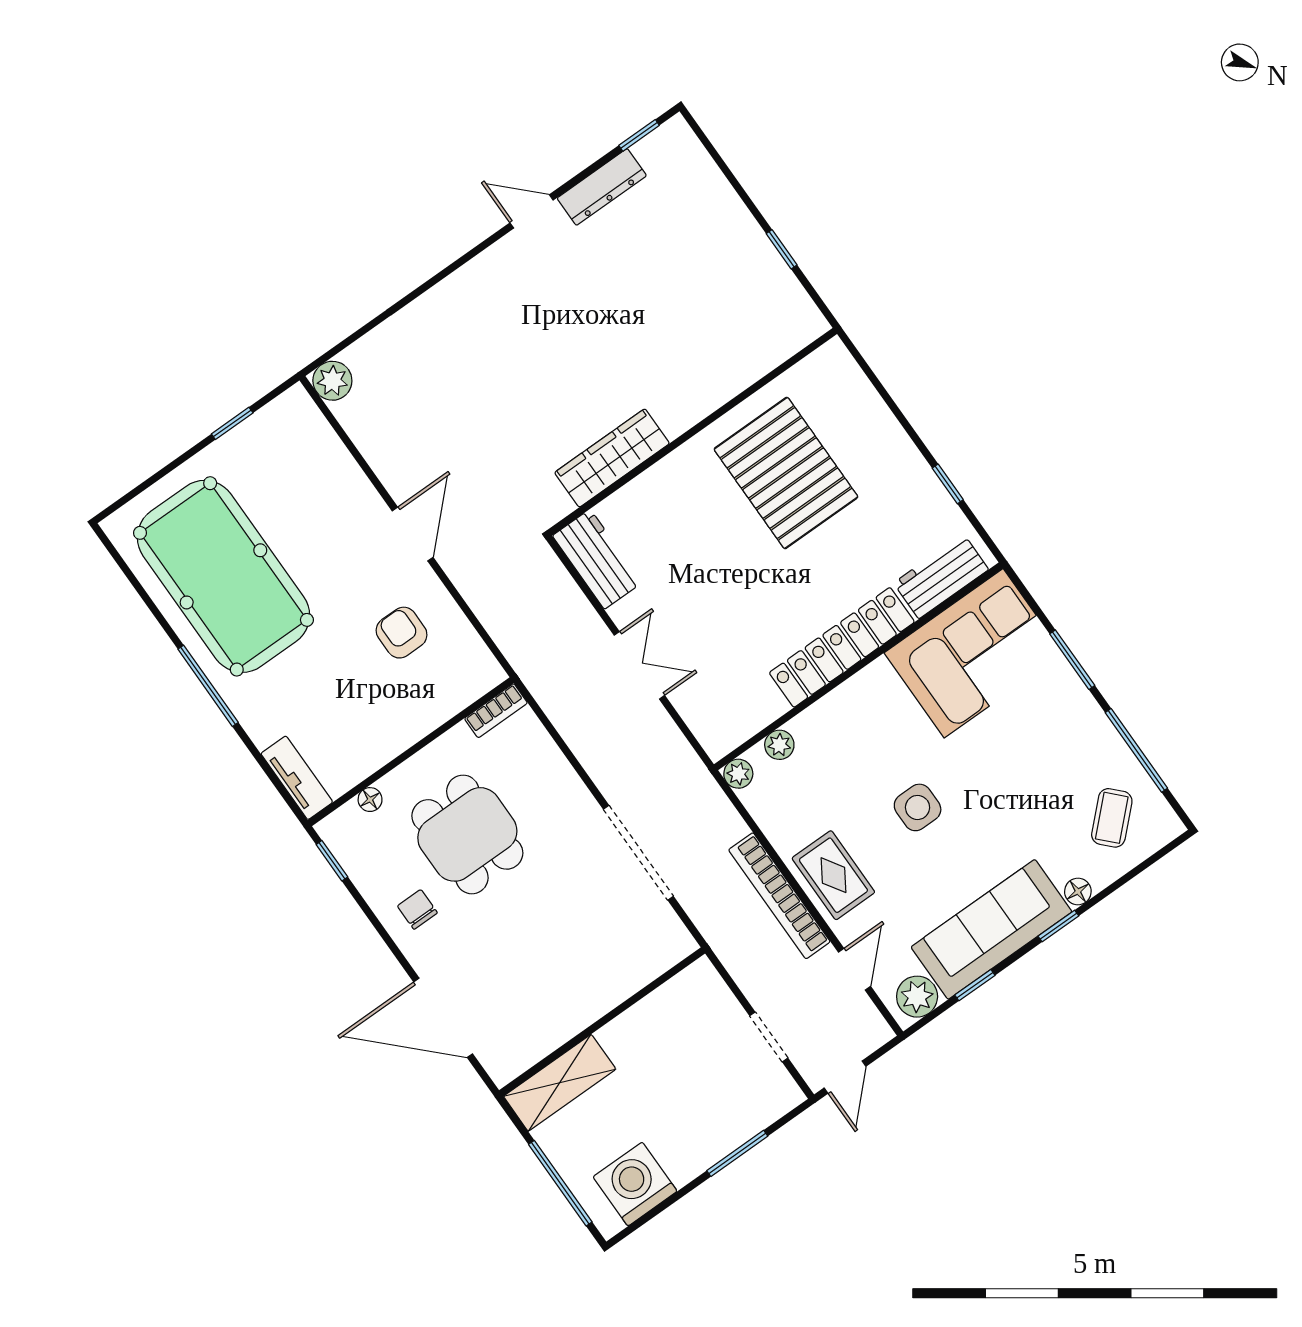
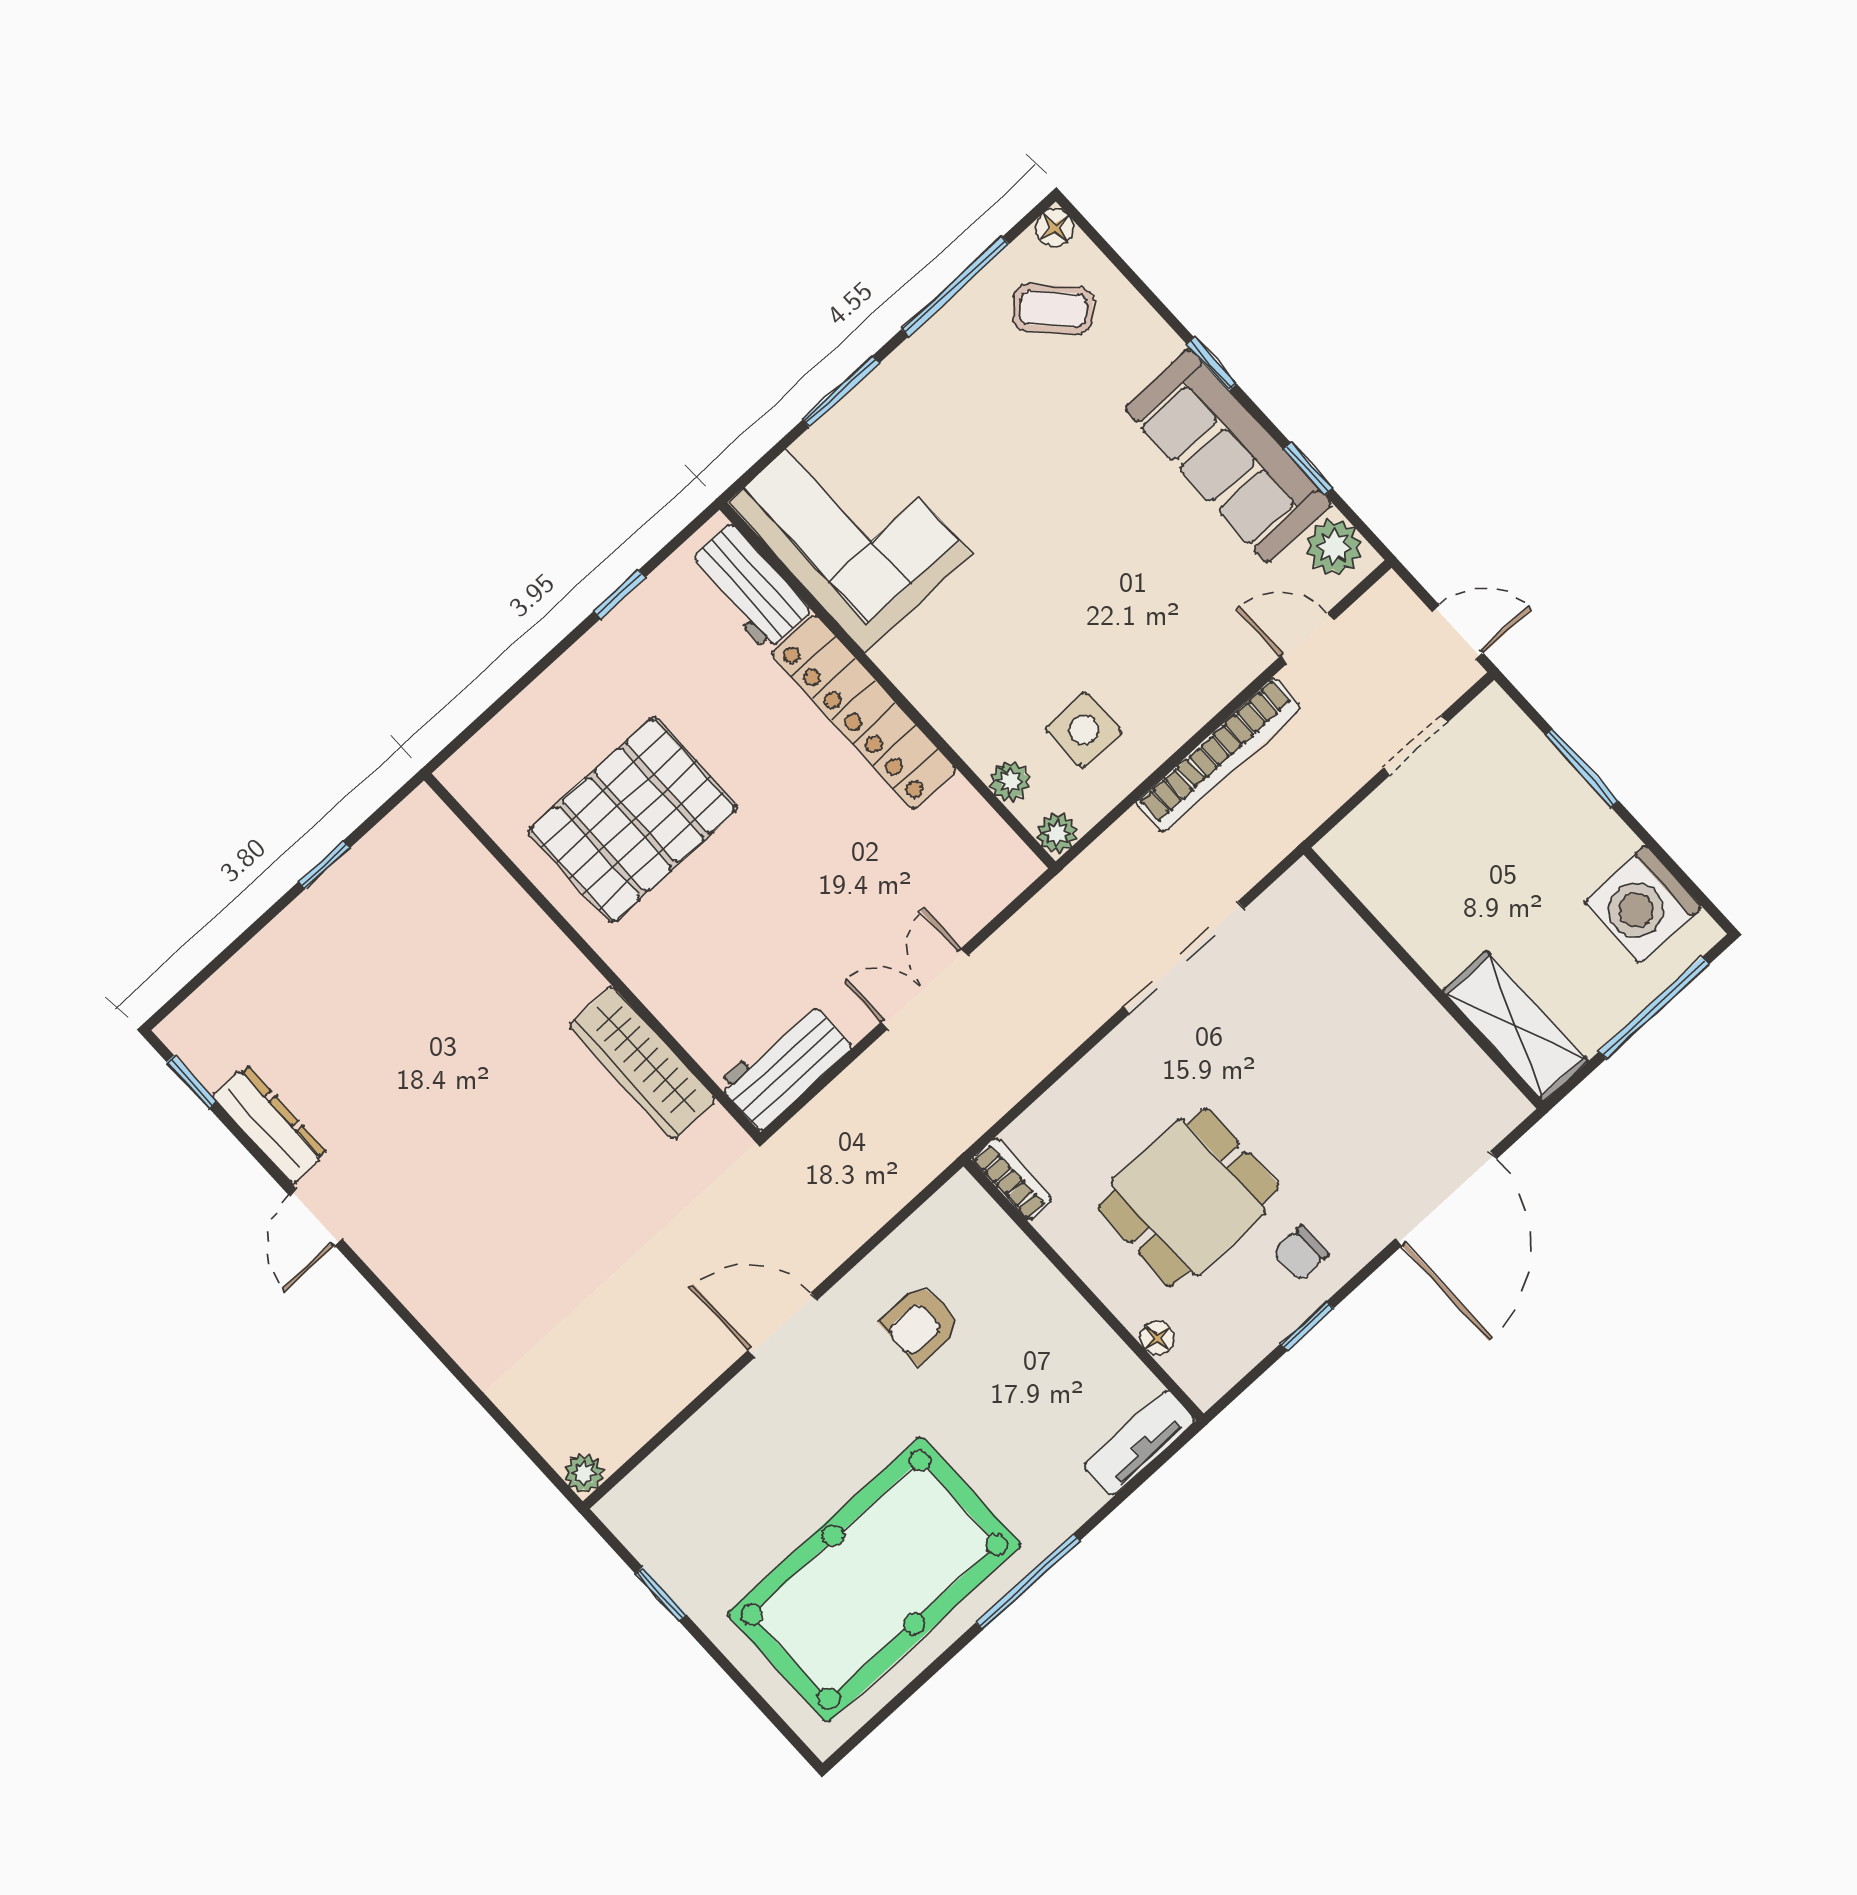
plant: (332, 381) -> (584, 1473), width x0.73, depth x0.73
side table: (918, 807) -> (1084, 730), moved
window: (332, 861) -> (1307, 1326), moved
rug: (833, 875) -> (1181, 684), removed
floor lamp: (1078, 891) -> (1055, 228), moved

